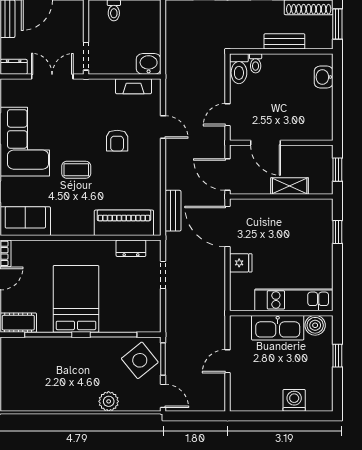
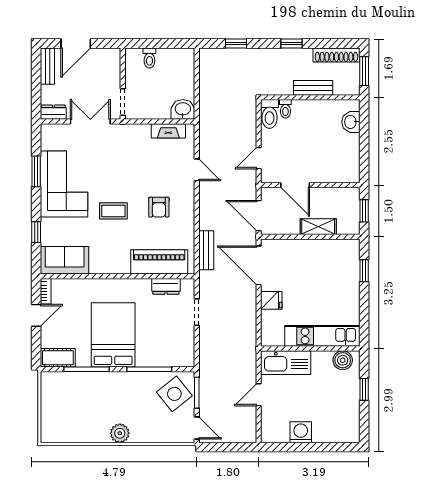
armchair: (117, 141) -> (159, 207), moved
kitchen sink: (278, 328) -> (286, 363), moved
washing machine: (294, 400) -> (301, 432), moved
plant: (109, 401) -> (120, 433), moved

